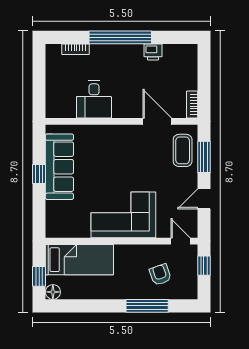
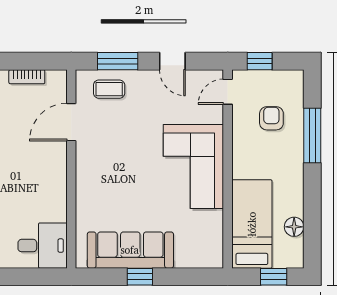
desk: (94, 99) -> (43, 246), moved
bookcase: (192, 105) -> (27, 77), moved
coffee table: (183, 150) -> (109, 89), width x0.73, depth x0.77
armchair: (160, 275) -> (271, 118), turned 109
floor lamp: (53, 292) -> (294, 227), moved

